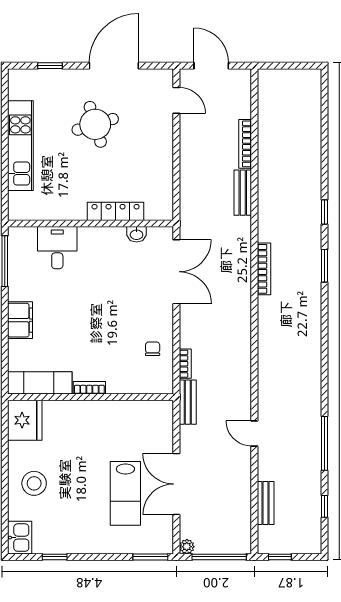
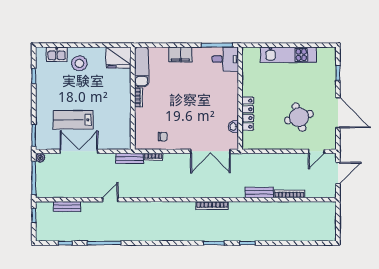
round table: (95, 124) -> (299, 117), moved
desk: (57, 248) -> (225, 59), moved
kitchen sink: (20, 538) -> (57, 54), moved

